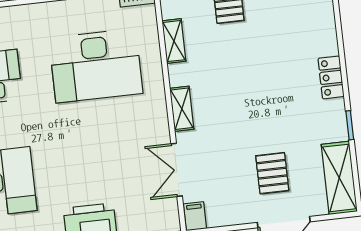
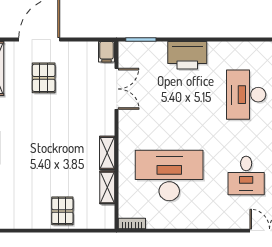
shelving: (182, 109) -> (107, 153), moved

